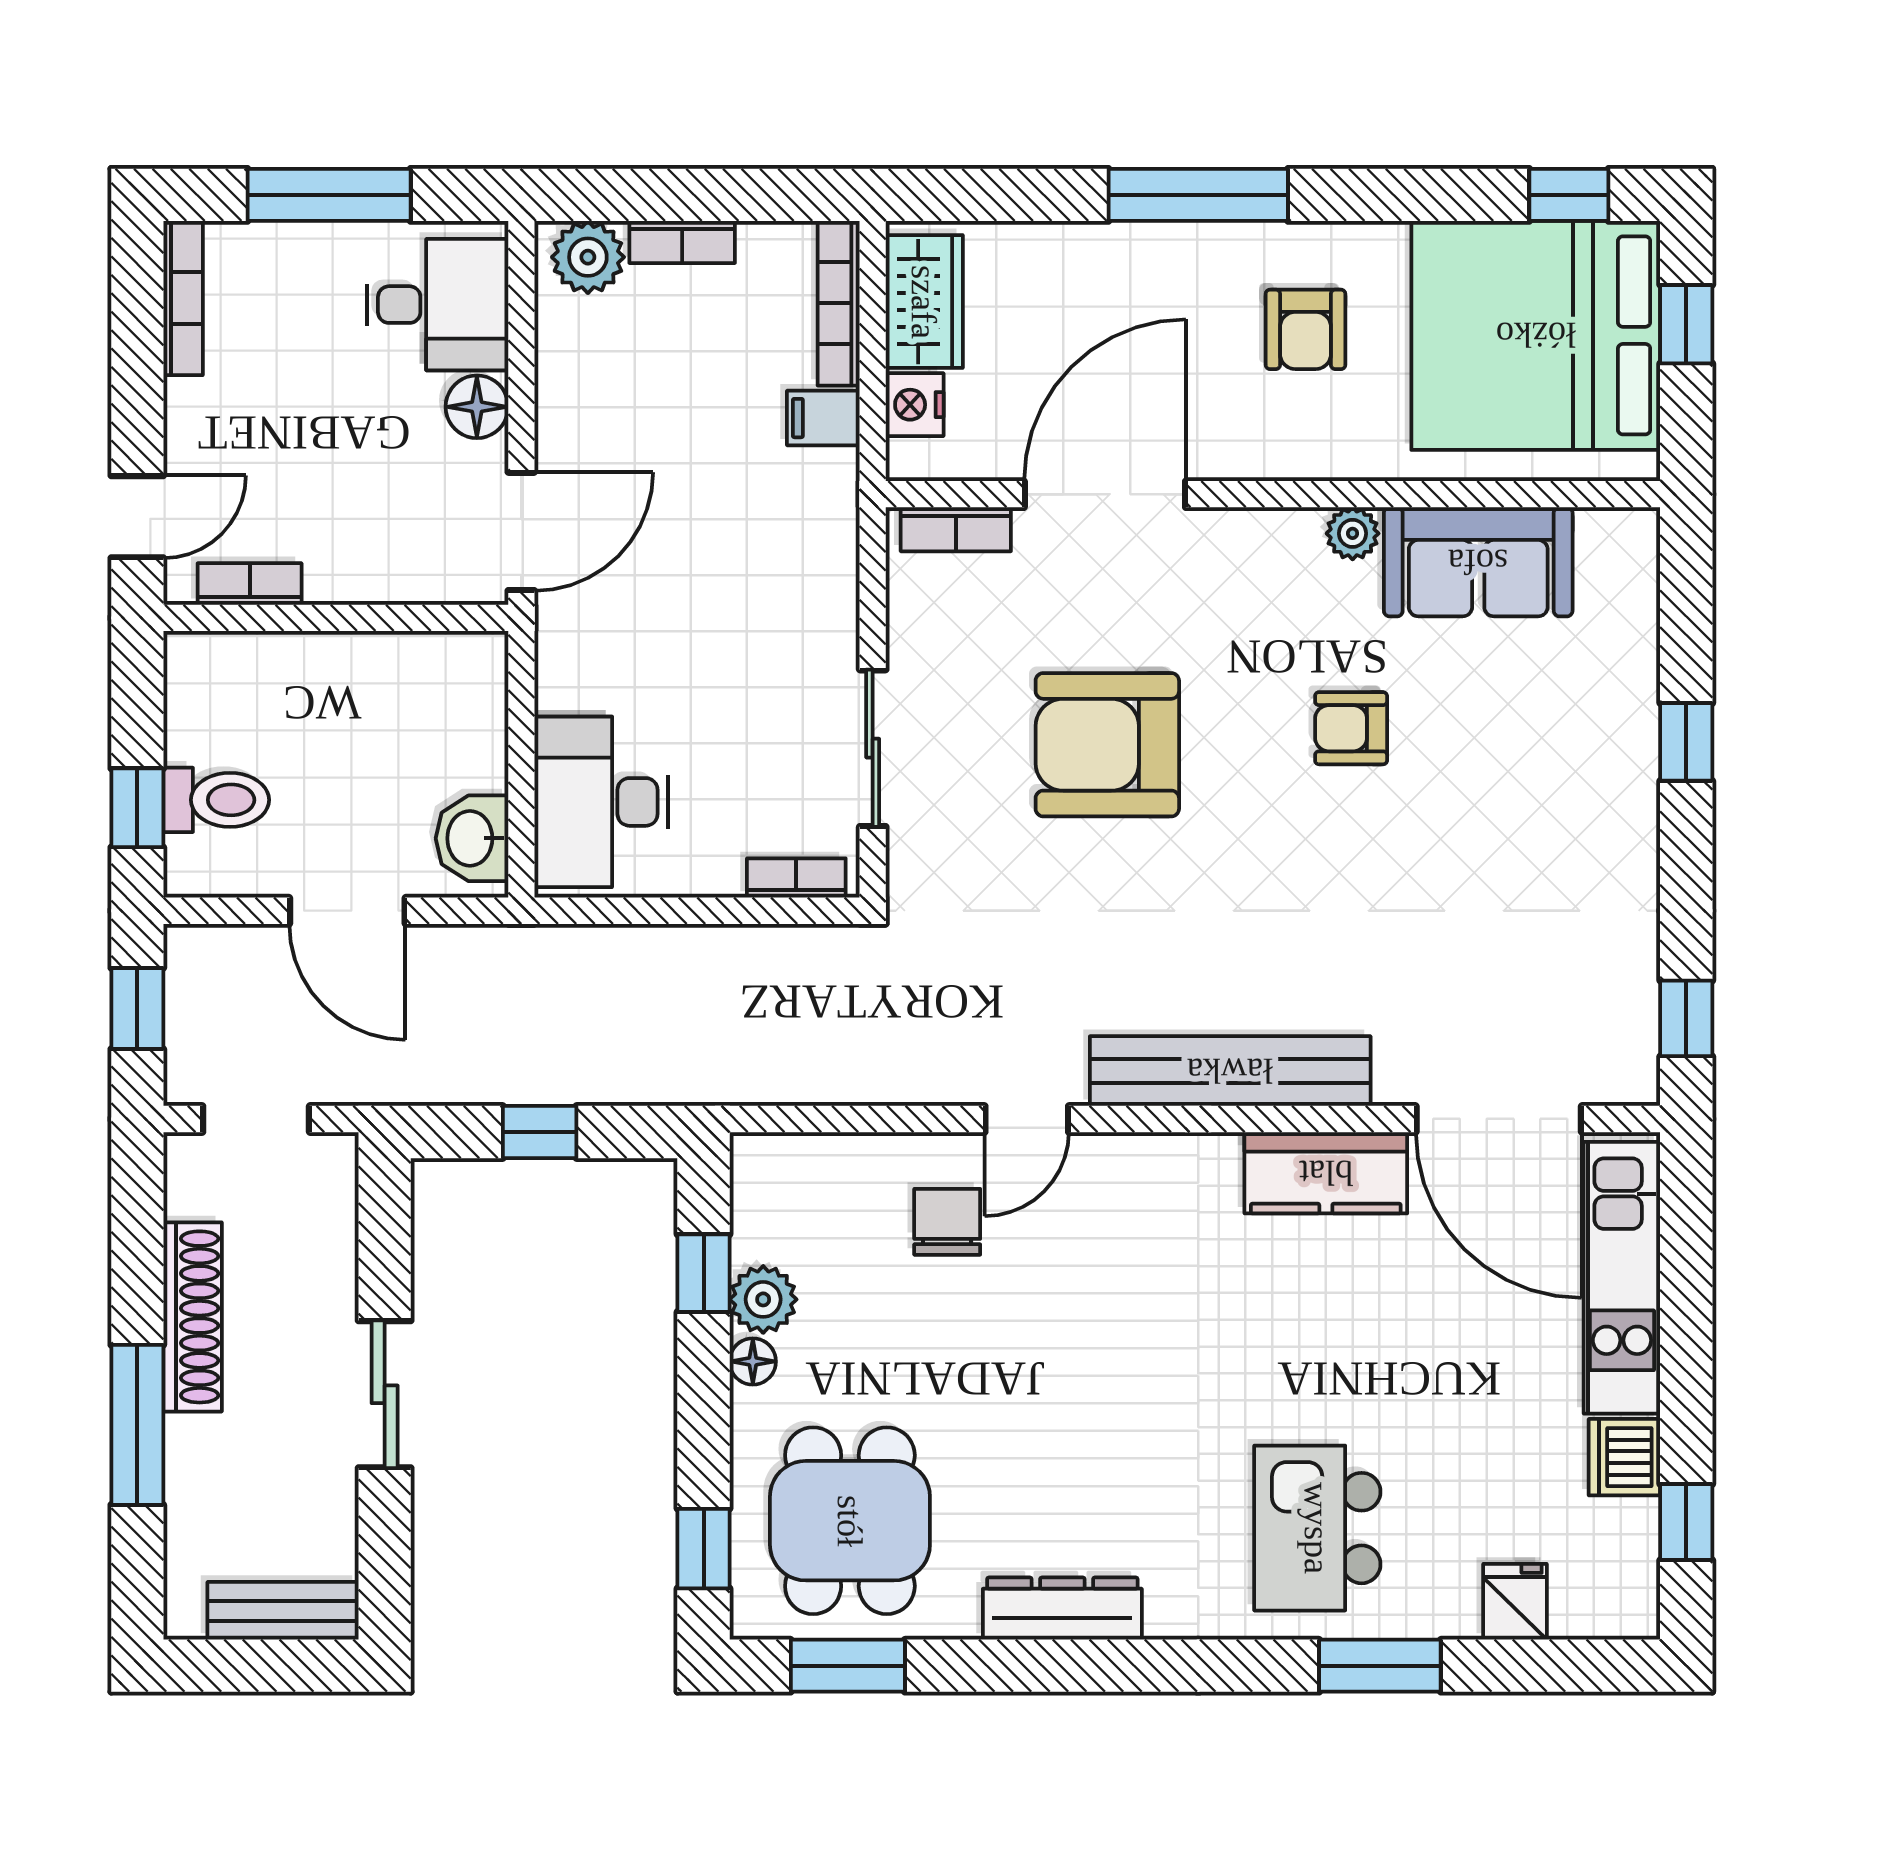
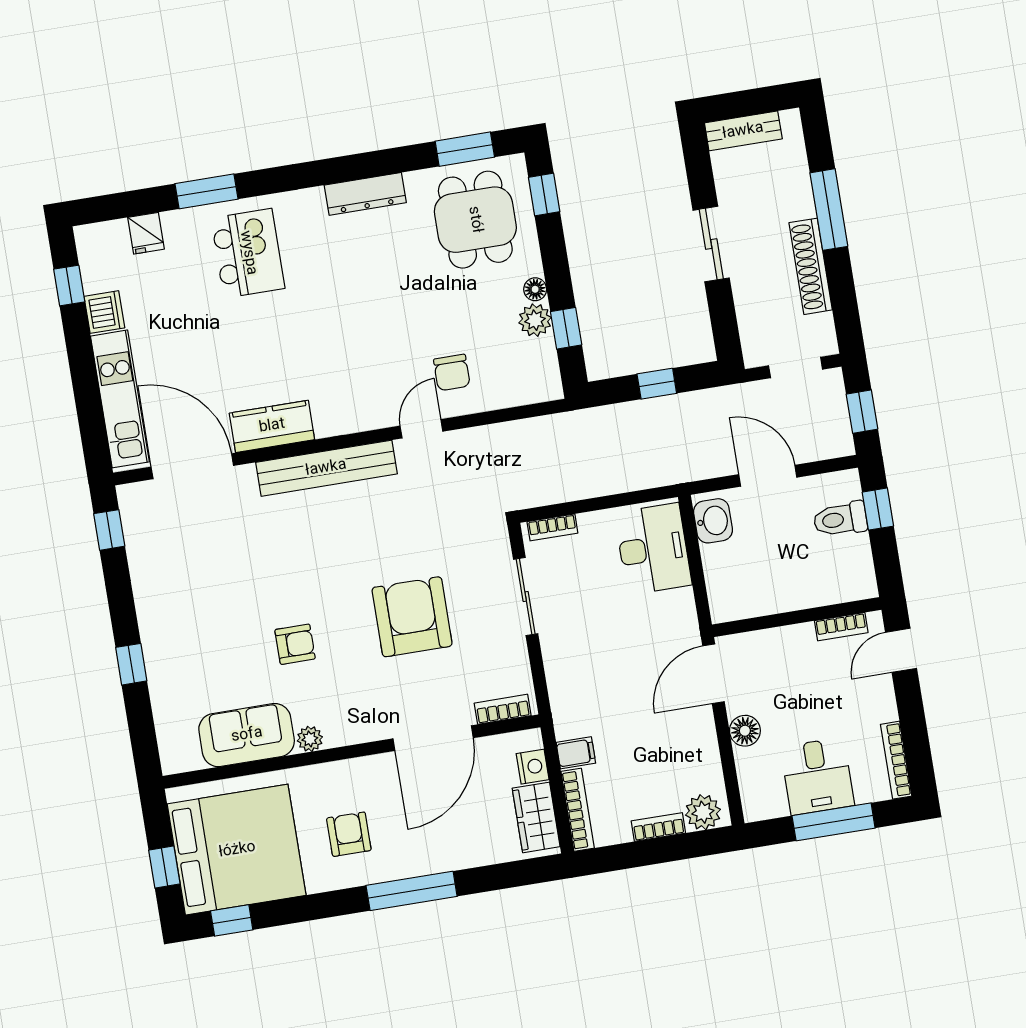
desk: (437, 305) -> (817, 776), moved, turned -90
armchair: (1107, 745) -> (412, 617), turned -90

